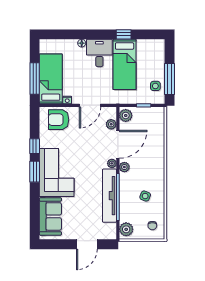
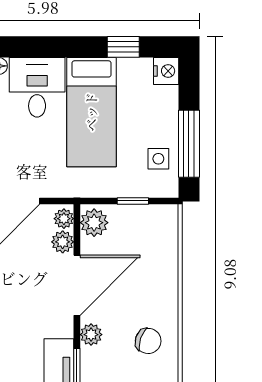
window: (124, 34) -> (123, 47), moved
nightstand: (159, 45) -> (166, 71), added
plant: (112, 163) -> (64, 219), moved
chair: (151, 170) -> (148, 341), added

